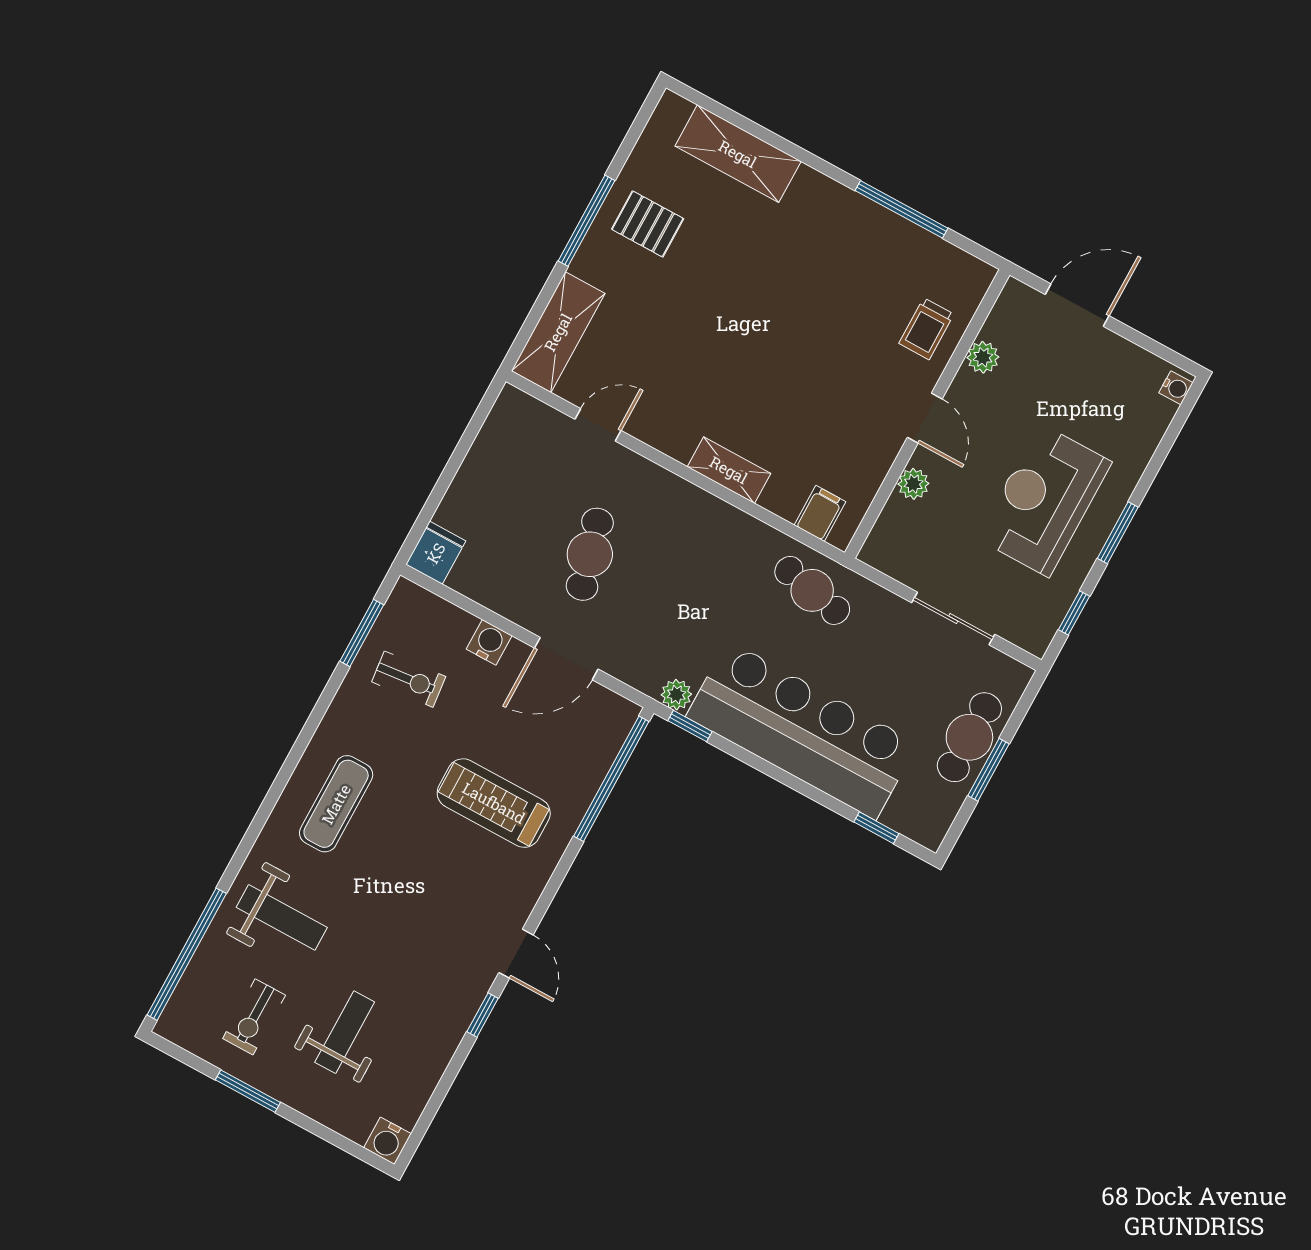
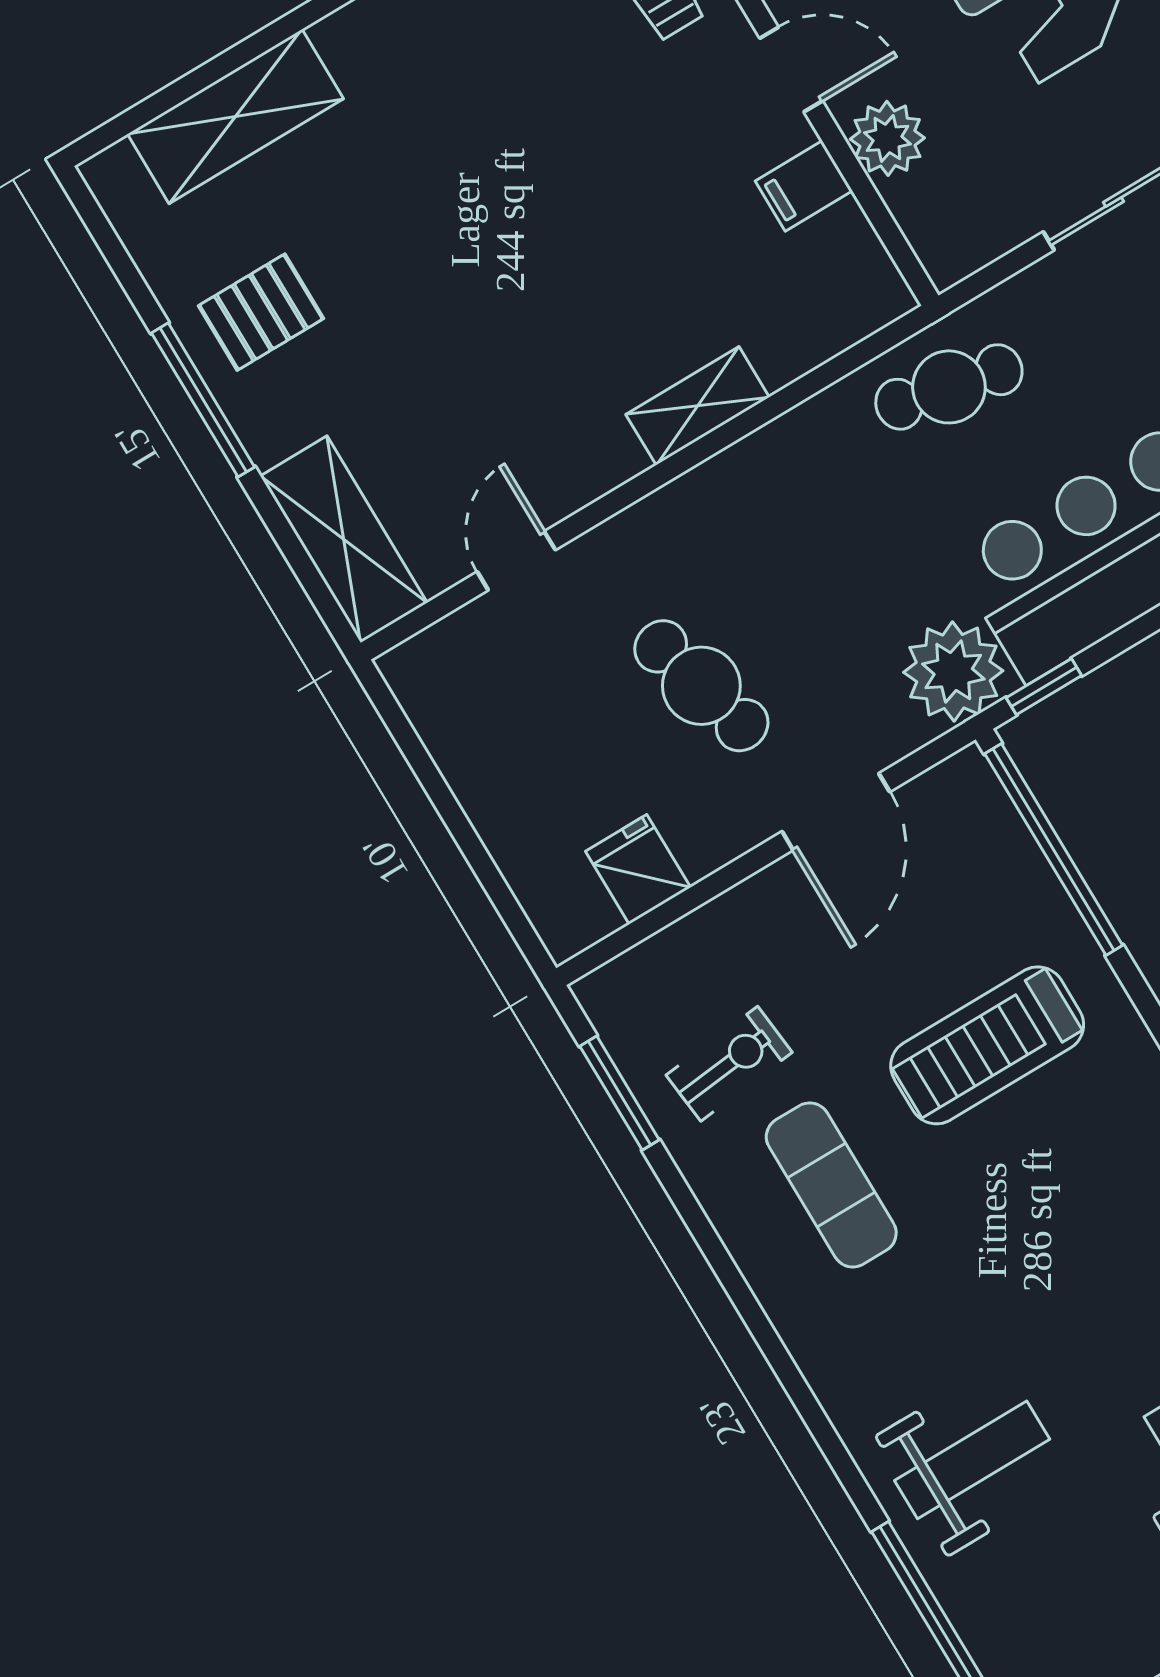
plant: (913, 484) -> (887, 138), width x1.38, depth x1.38
filing cabinet: (820, 513) -> (804, 186), moved, turned -90
fridge: (436, 553) -> (638, 869), moved
water cooler: (489, 642) -> (744, 912), removed
plant: (676, 695) -> (953, 671), width x1.87, depth x1.87
exercise mat: (336, 804) -> (831, 1185), moved
exercise bike: (254, 1017) -> (1096, 1588), removed

